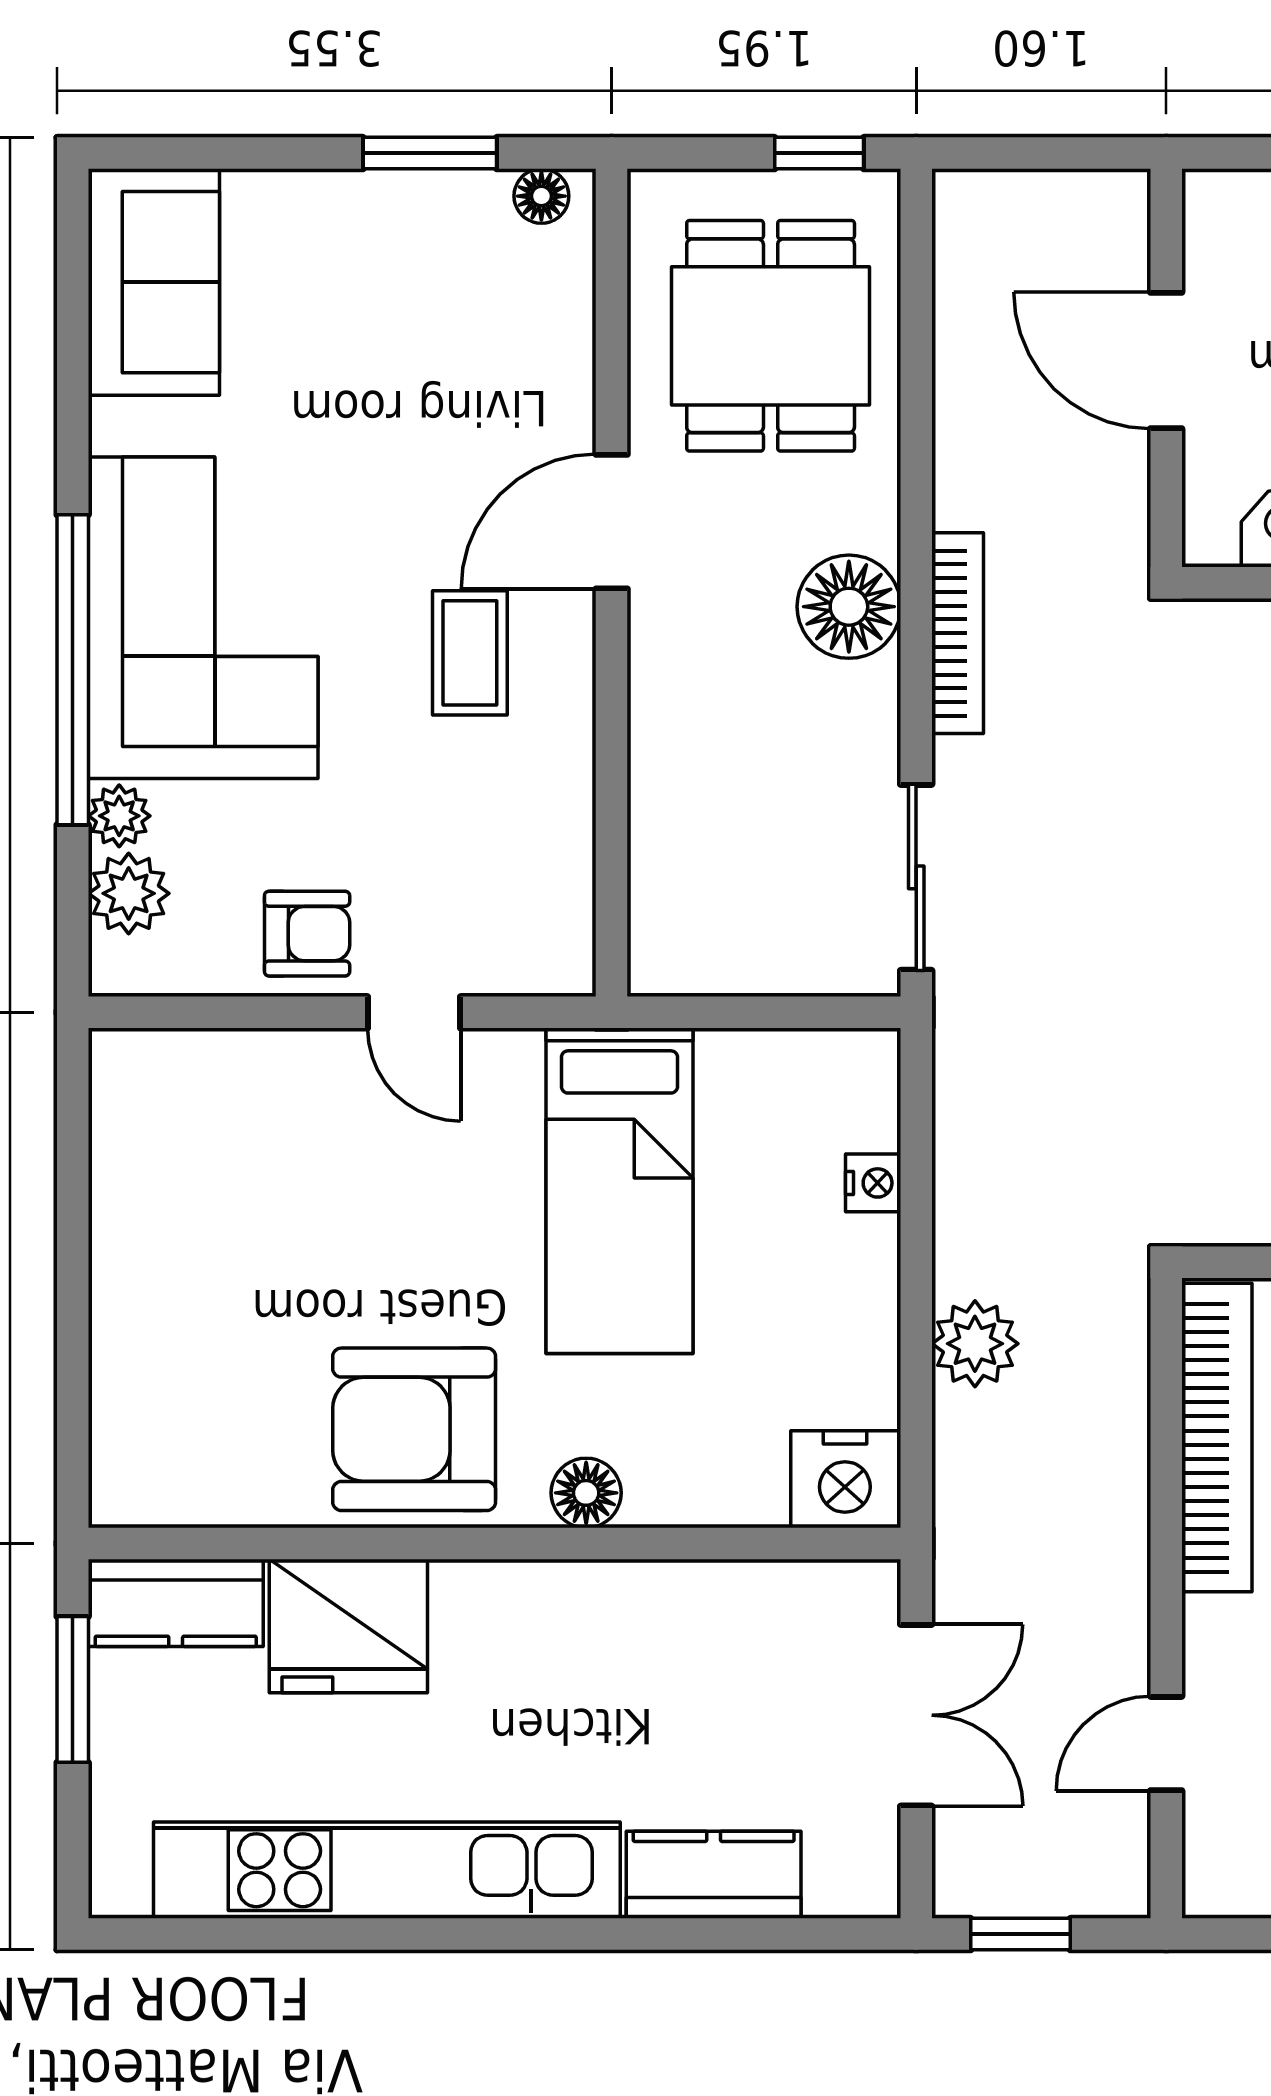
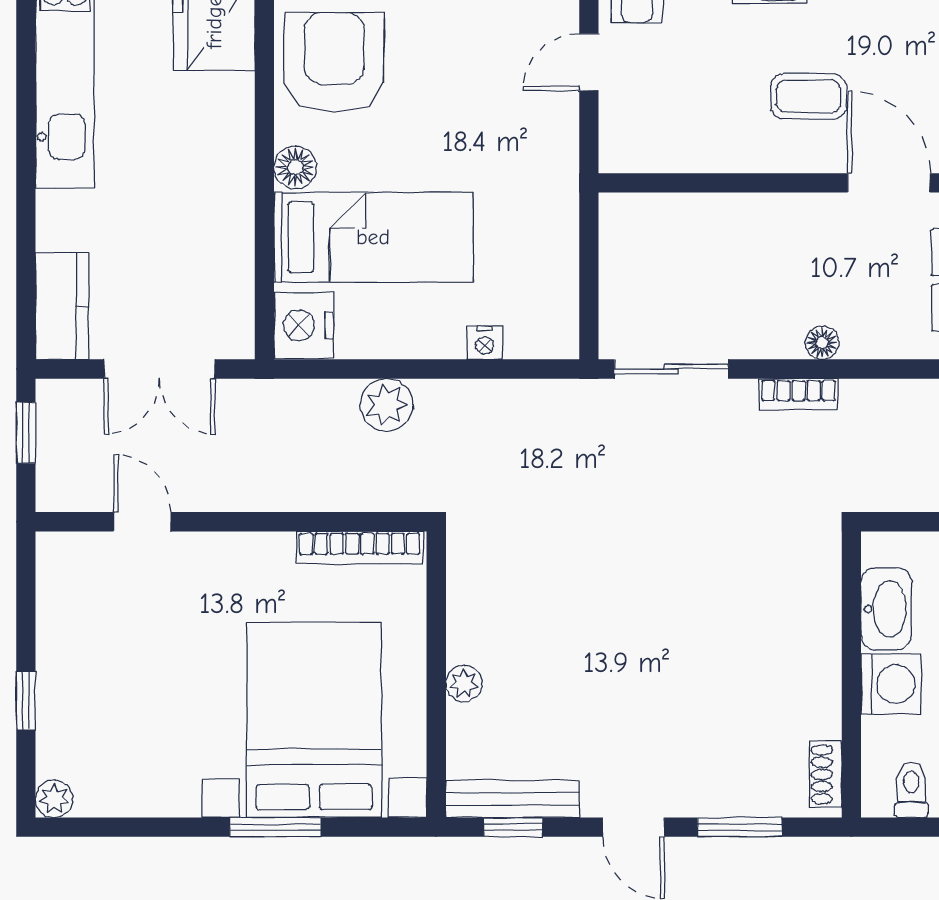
floor lamp: (849, 607) -> (822, 343), width x0.53, depth x0.53
bookcase: (958, 633) -> (798, 394), width x0.64
bed: (619, 1191) -> (373, 237), moved, turned 180
bookcase: (1217, 1438) -> (360, 548), width x0.68, depth x0.76
kitchen counter: (714, 1875) -> (62, 306), moved

